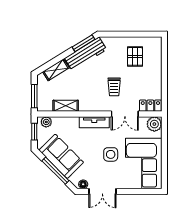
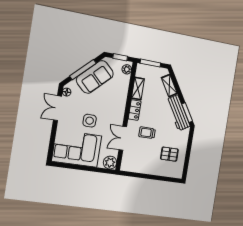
locker: (150, 106) -> (135, 110), moved
tv unit: (94, 122) -> (120, 111), removed

